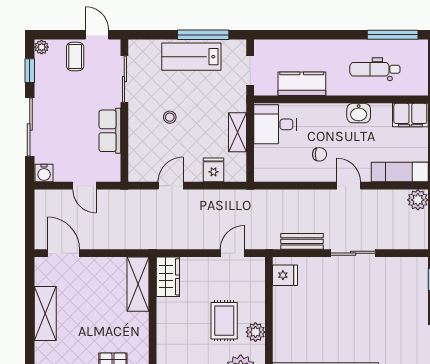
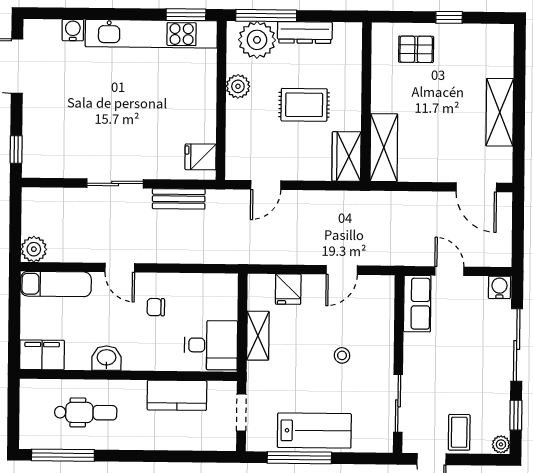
row of seats: (110, 131) -> (417, 304), moved
rug: (224, 321) -> (304, 105), moved, turned 90

